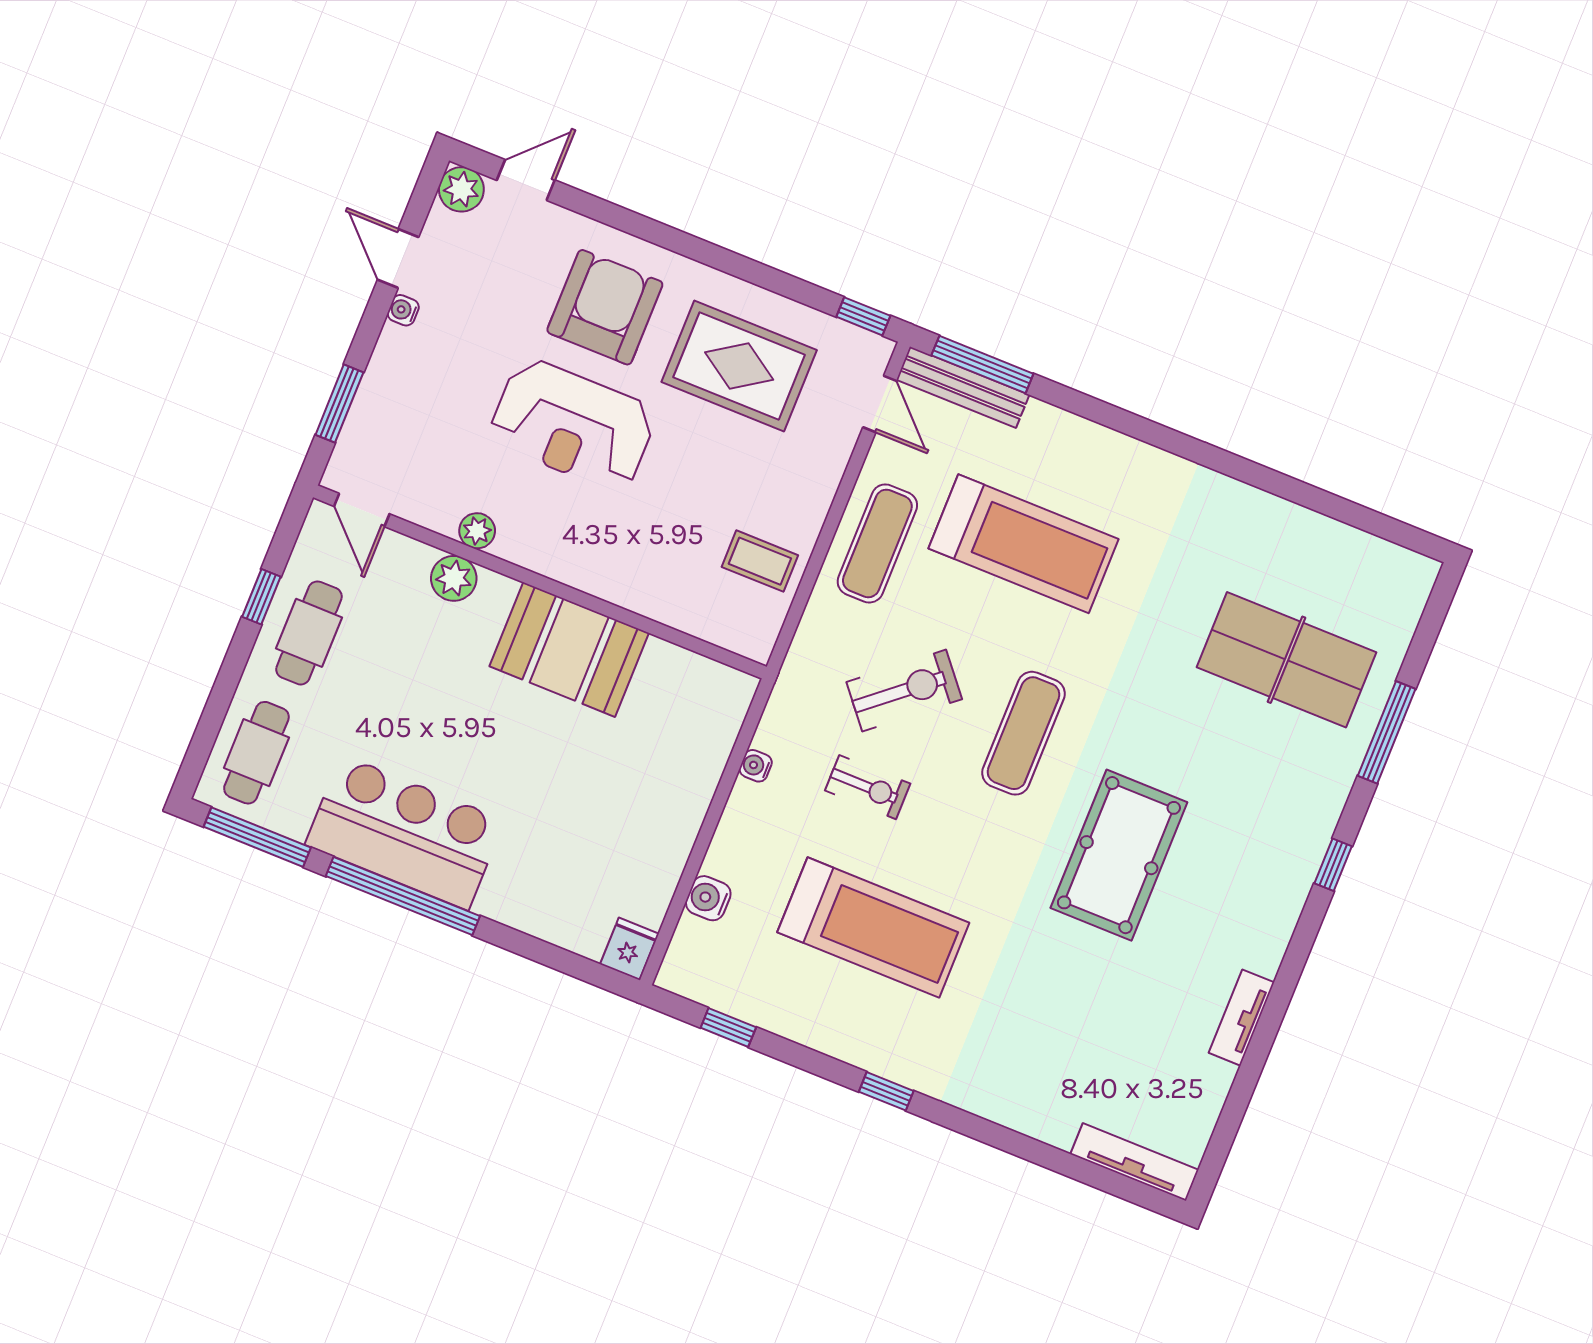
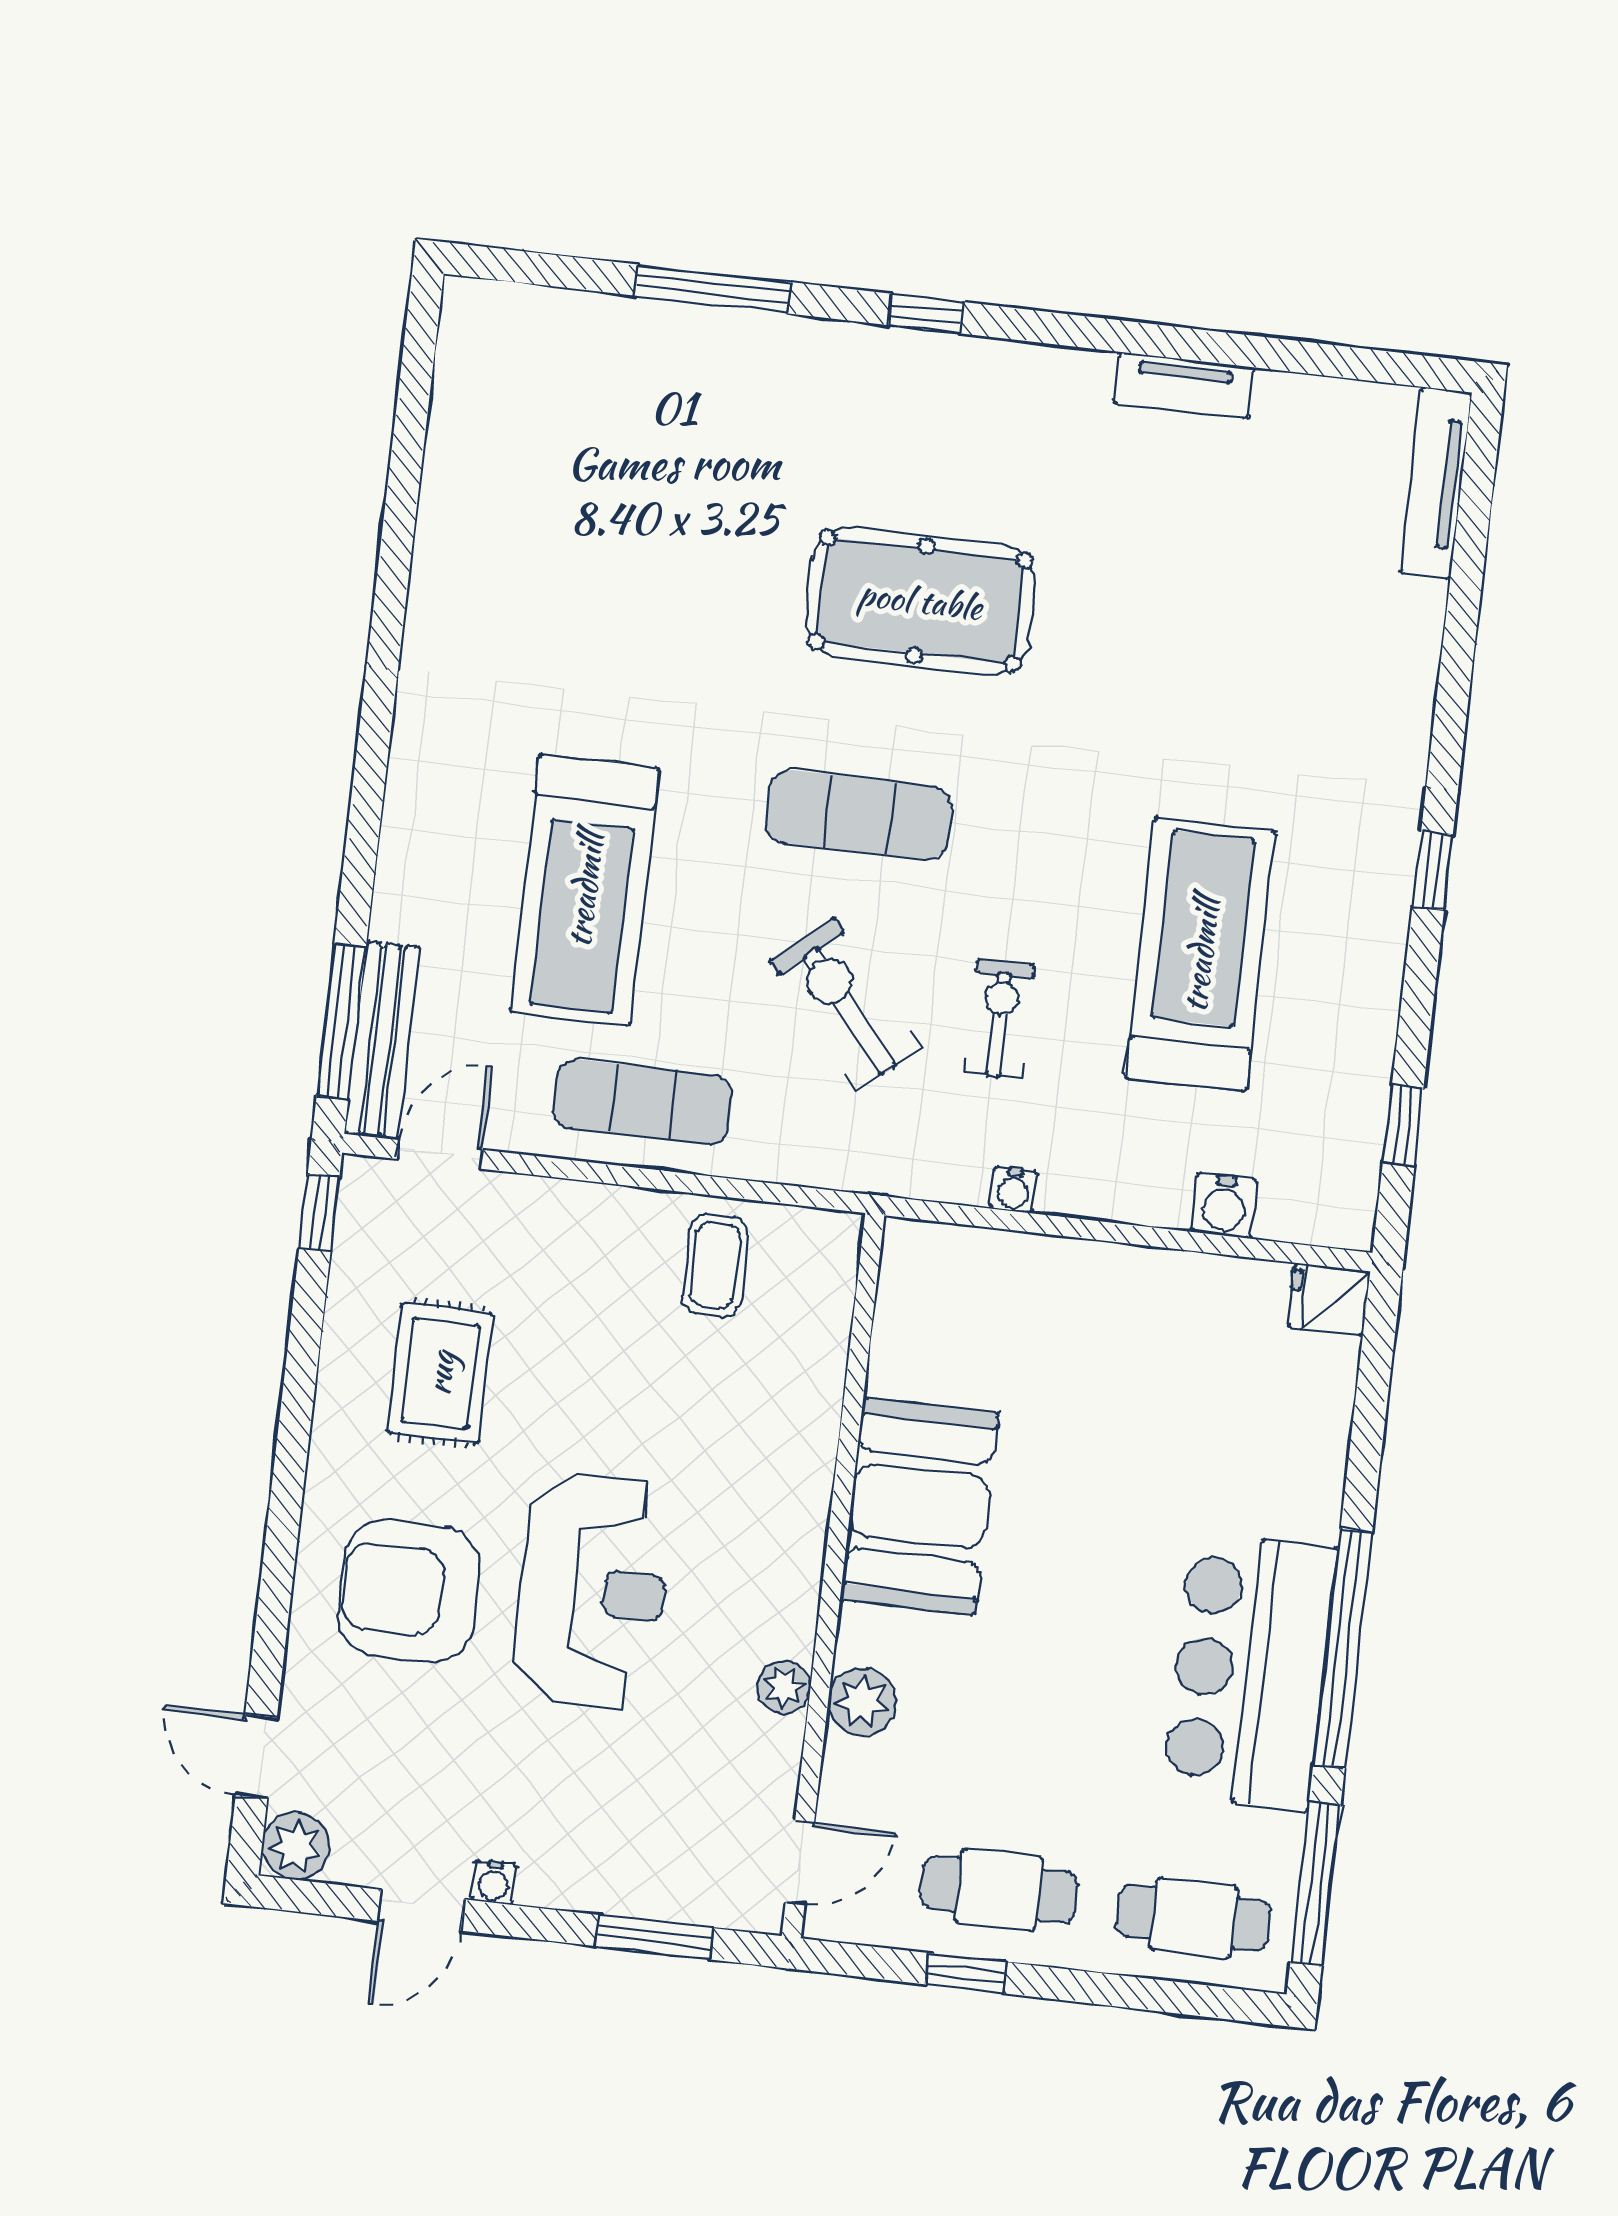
rug: (739, 366) -> (441, 1373), width x0.73, depth x0.70
treadmill: (1023, 544) -> (585, 890), turned 180
table tennis table: (1287, 660) -> (648, 463), removed
pool table: (1119, 855) -> (920, 601), moved

